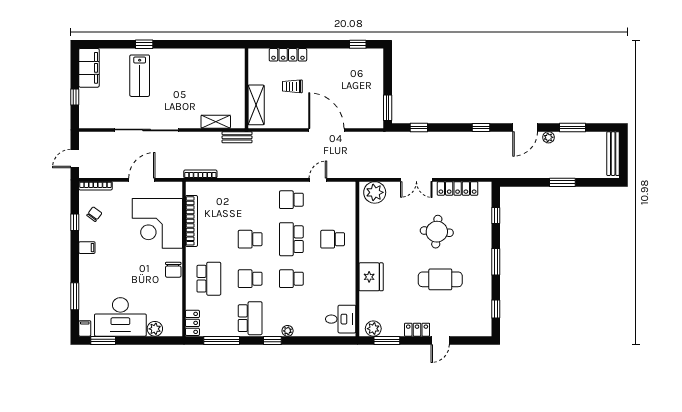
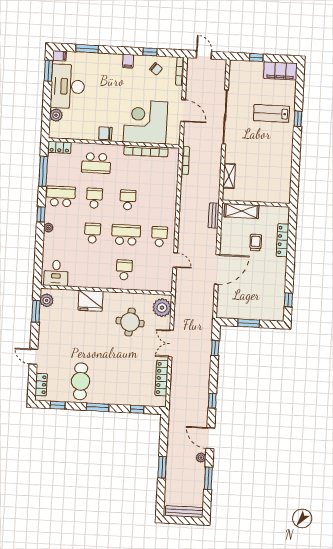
window: (388, 108) -> (249, 323), moved
bench: (237, 137) -> (214, 215), moved
round table: (437, 232) -> (130, 322), moved
cafe table: (440, 279) -> (81, 381), moved
school desk: (250, 318) -> (61, 196), turned 180
locker: (417, 330) -> (41, 385), moved

